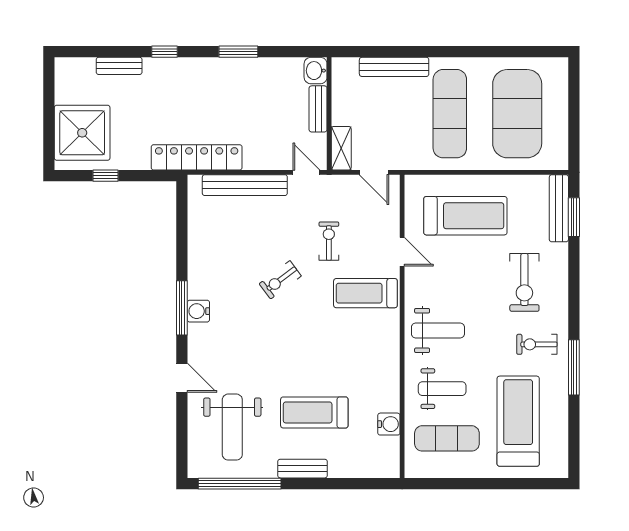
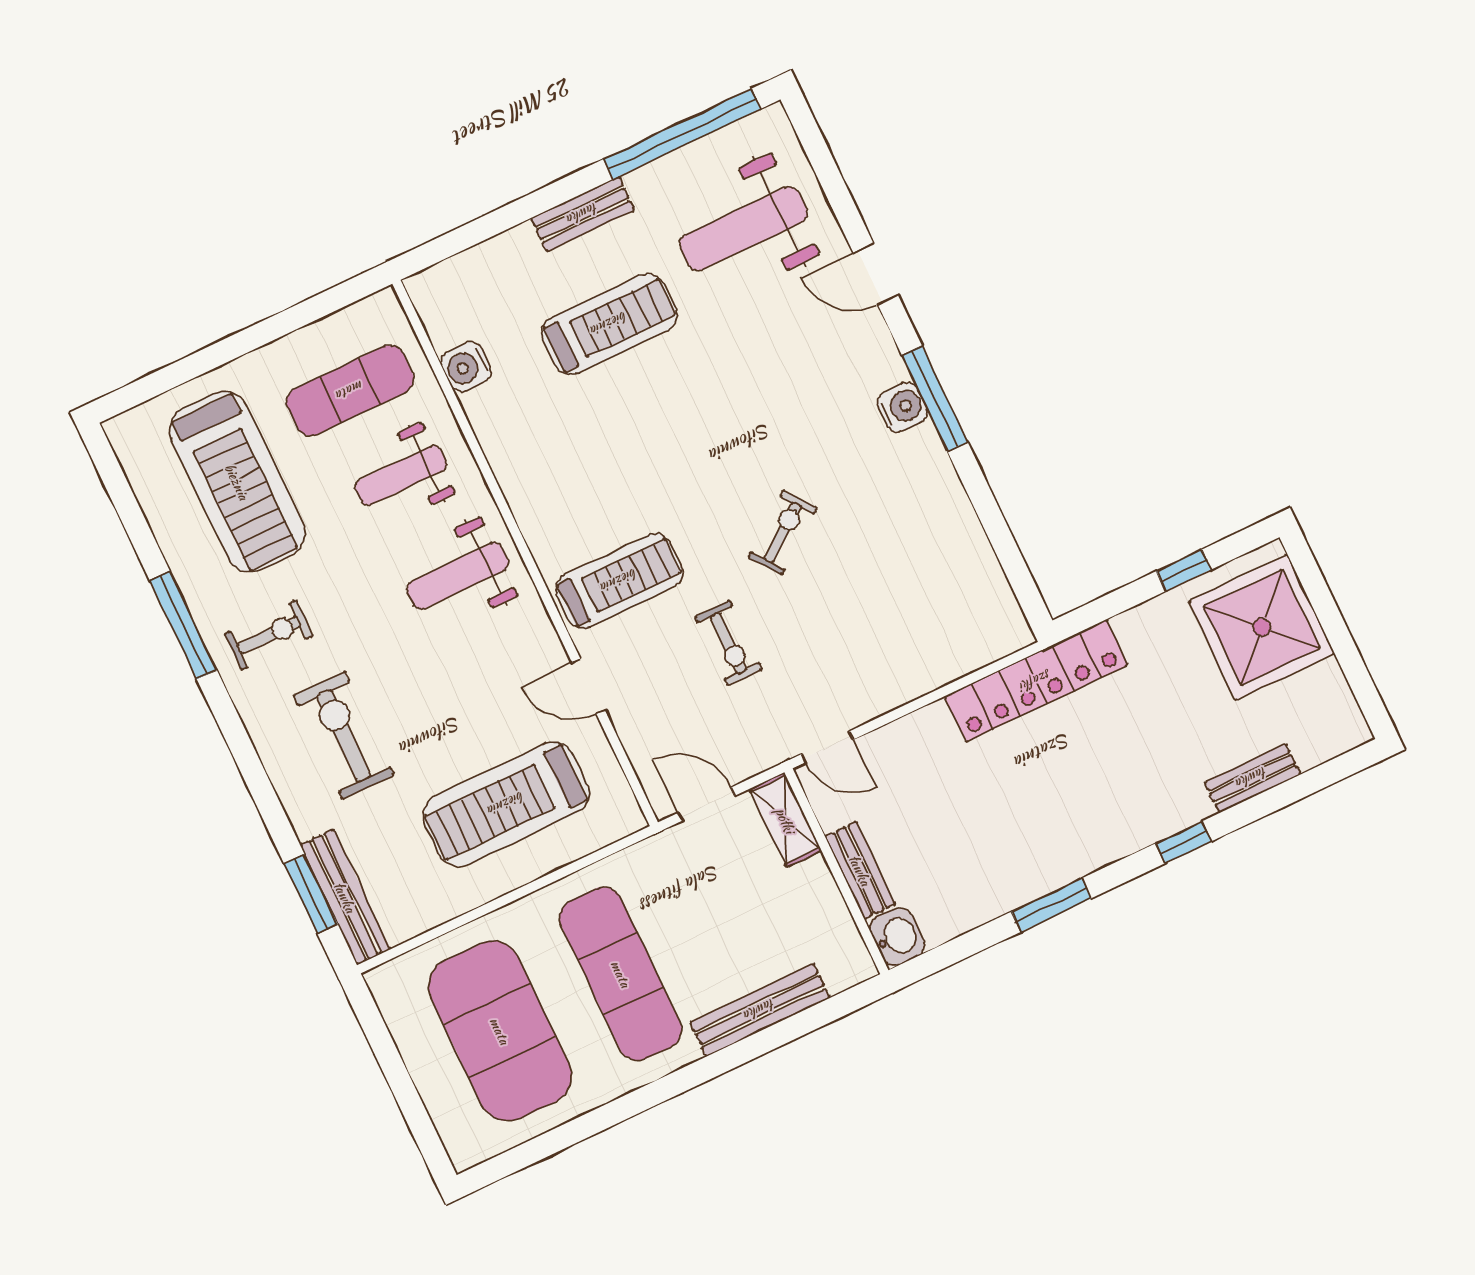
bench: (245, 185) -> (926, 672), removed
weight bench: (232, 427) -> (743, 229), turned -90

